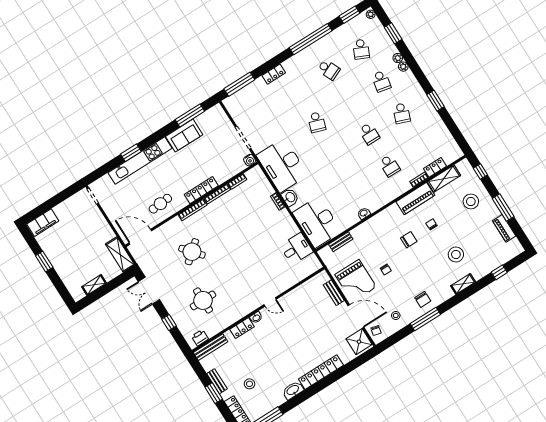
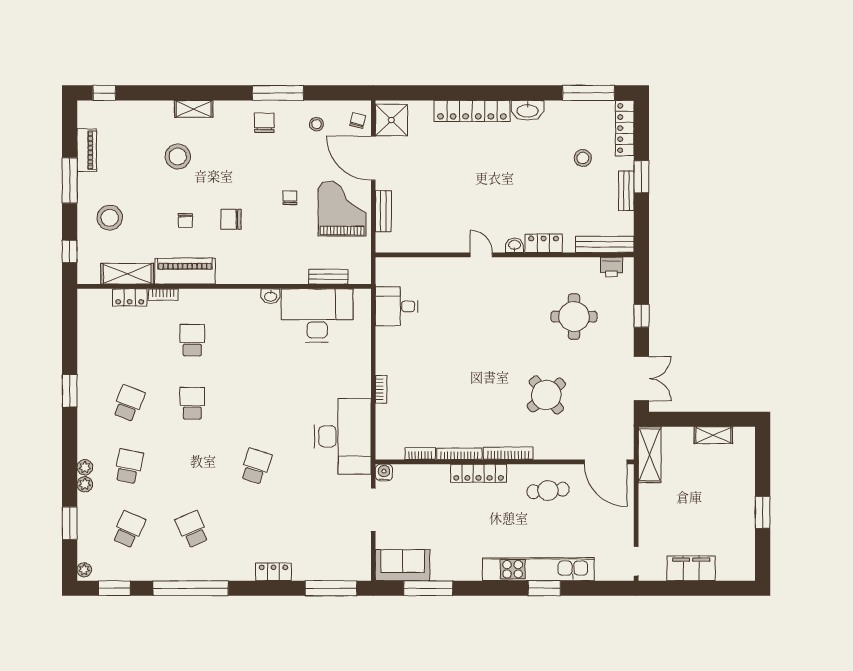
sofa: (184, 136) -> (403, 565), moved
washbasin: (290, 197) -> (360, 384), removed
desk: (317, 222) -> (317, 315), moved, turned -90
filing cabinet: (43, 223) -> (691, 568), moved
window: (499, 272) -> (104, 93), moved

